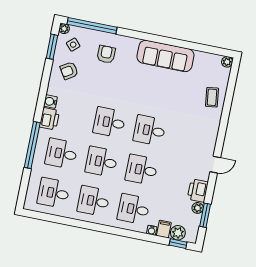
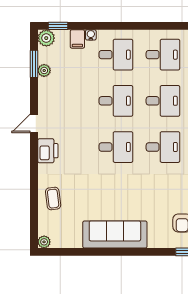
printer: (198, 191) -> (48, 151), moved
plant: (178, 233) -> (46, 38), moved

